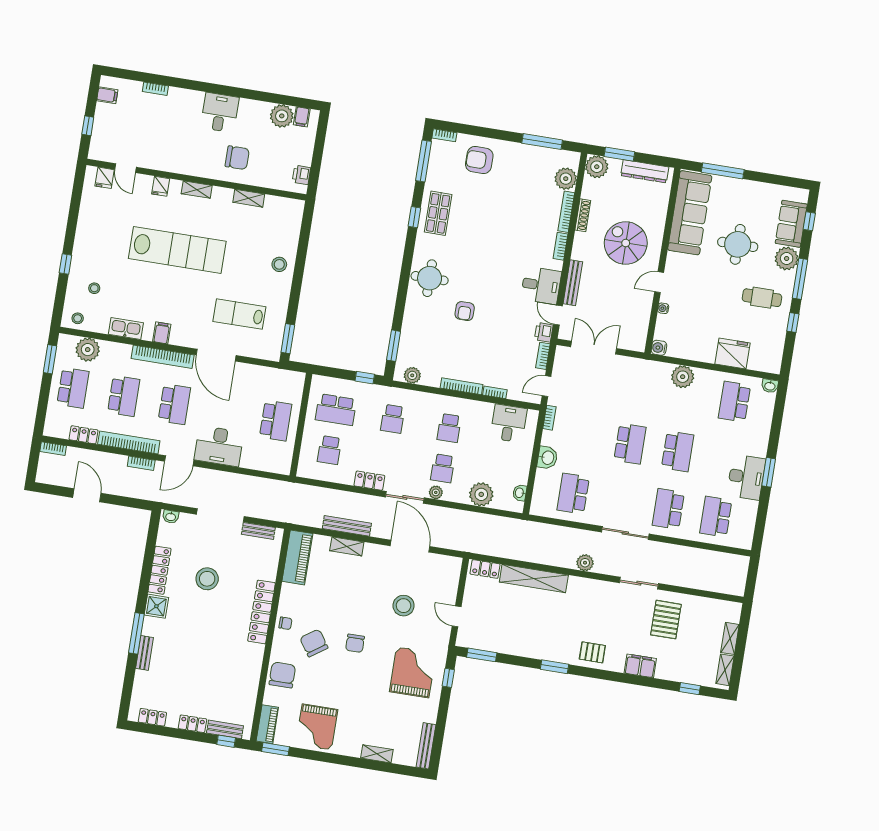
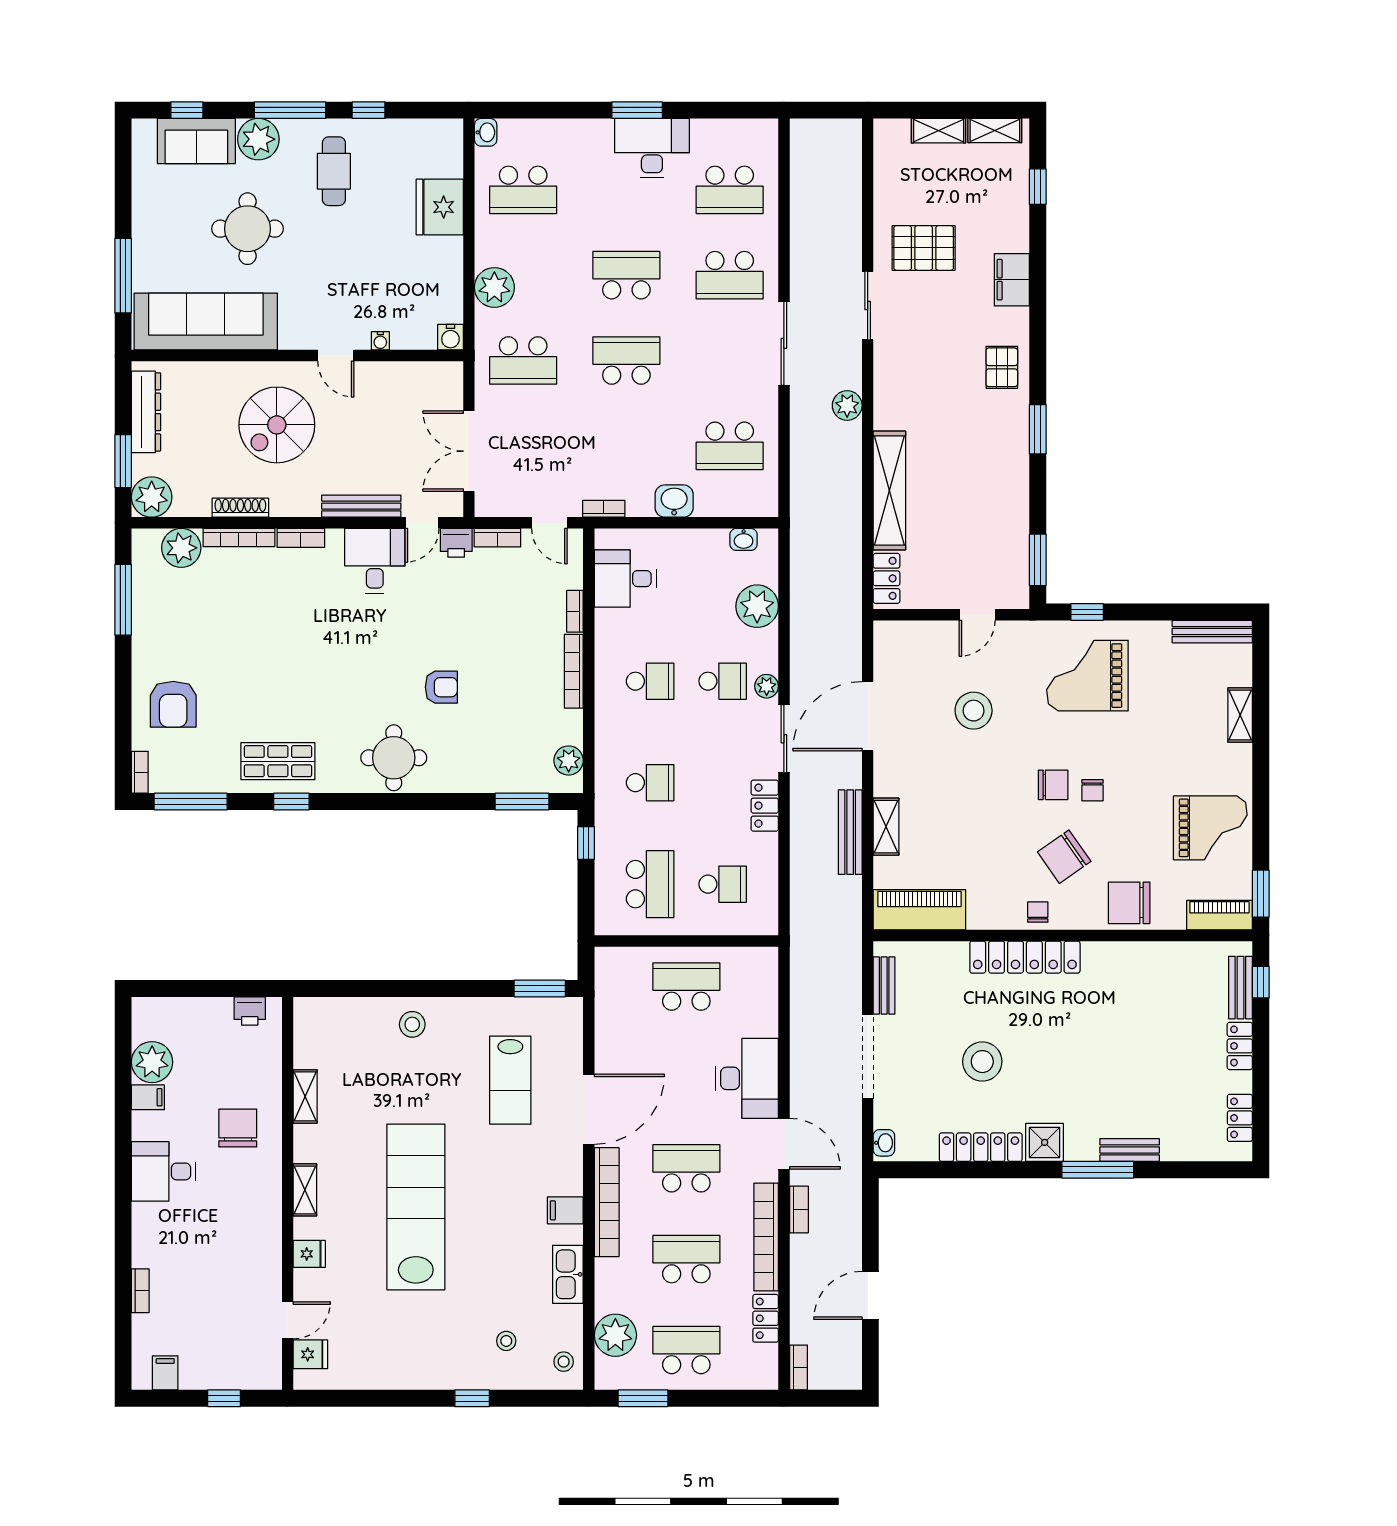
filing cabinet: (302, 117) -> (148, 1097), moved
school desk: (639, 386) -> (523, 361), added
chair: (348, 665) -> (1093, 790), added

